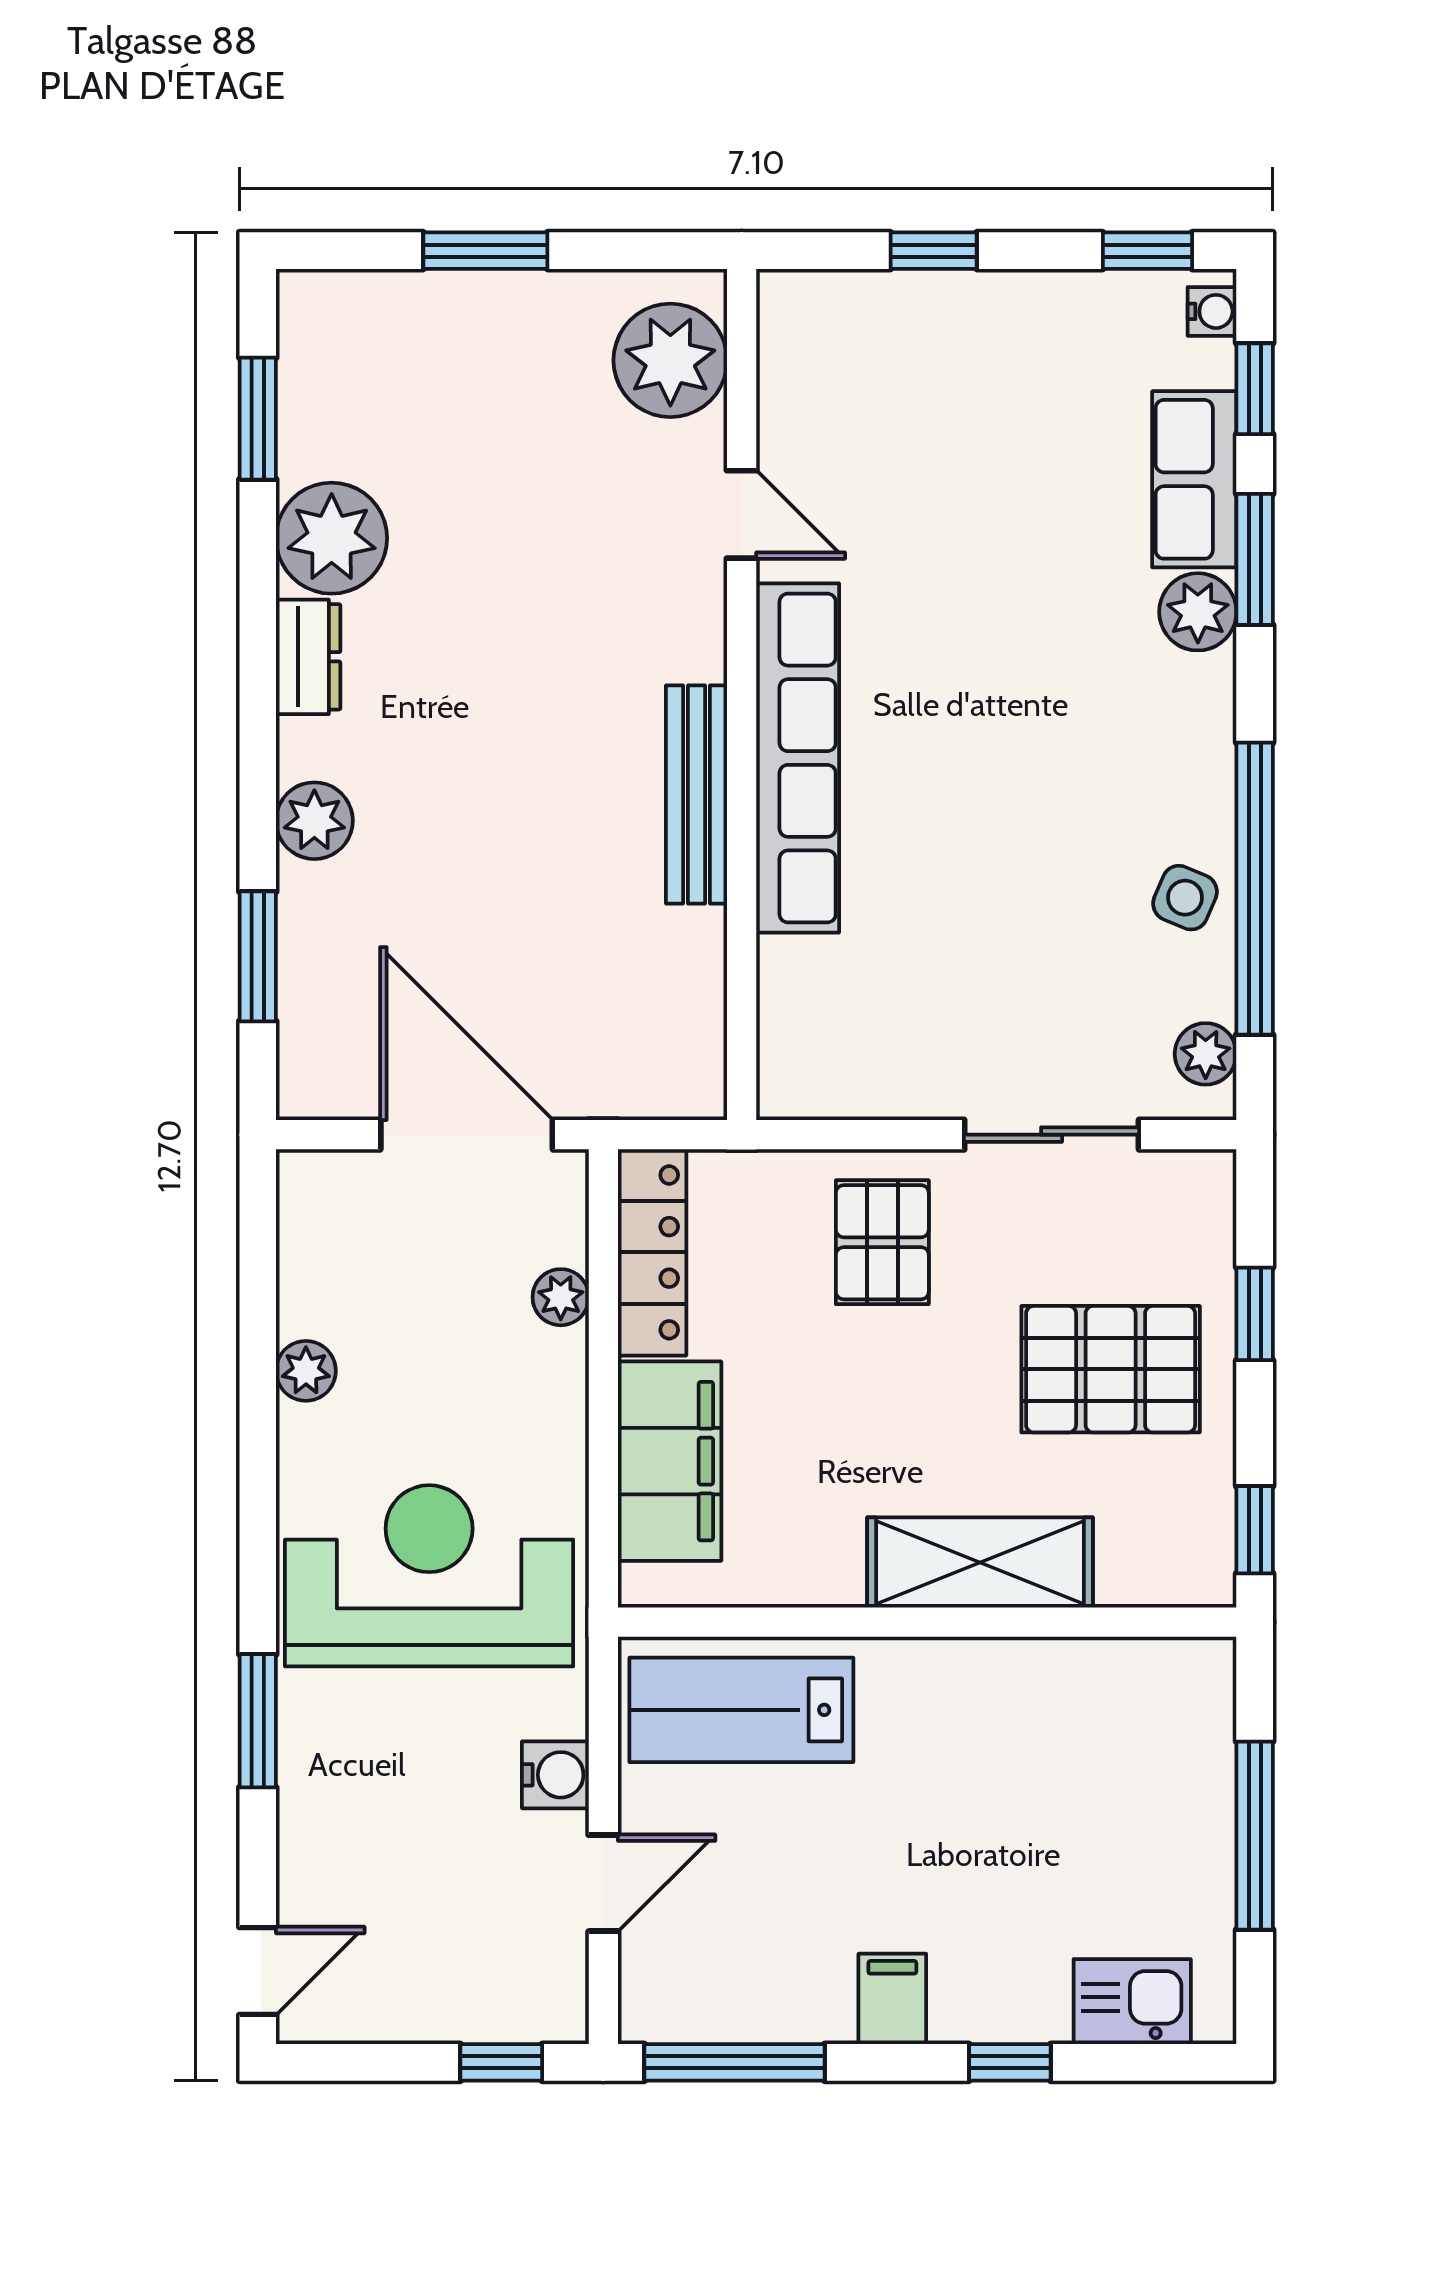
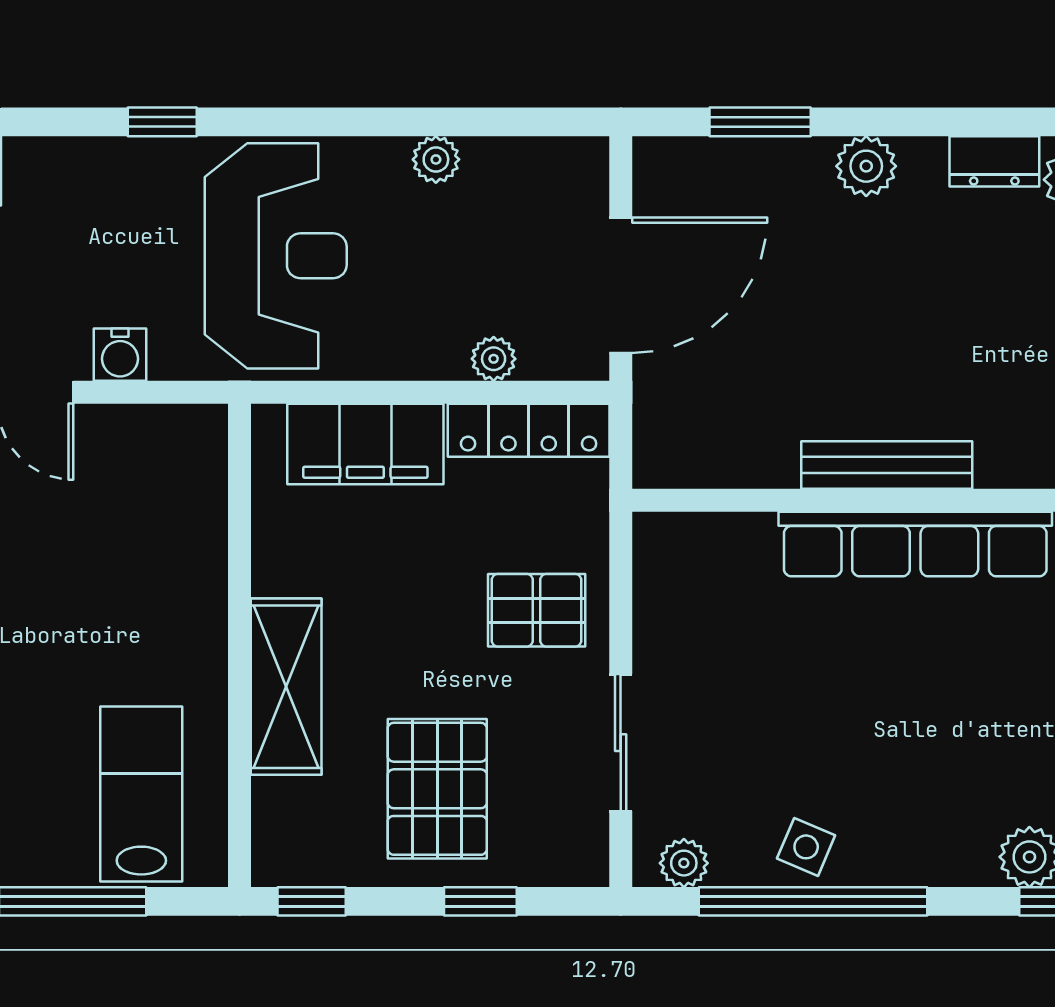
lab bench: (741, 1710) -> (141, 794), moved
window: (258, 1721) -> (162, 122), width x0.67

